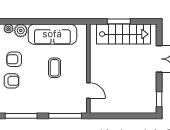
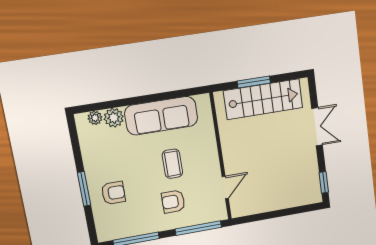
armchair: (14, 59) -> (173, 202), moved
door: (88, 91) -> (225, 187), hinge flipped

